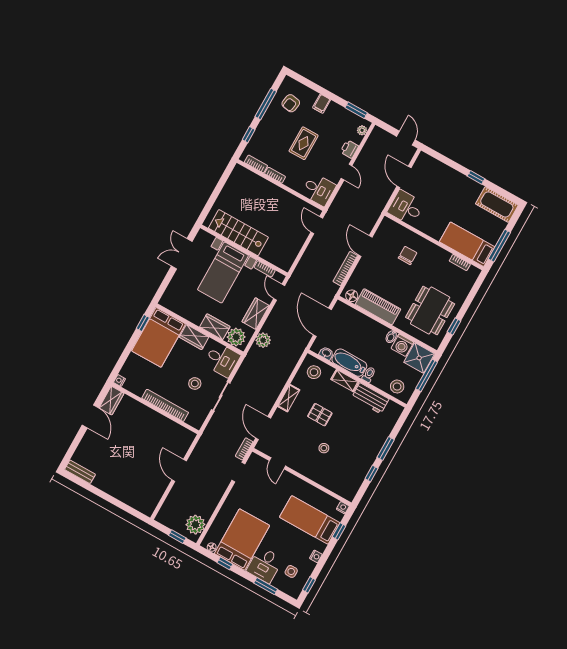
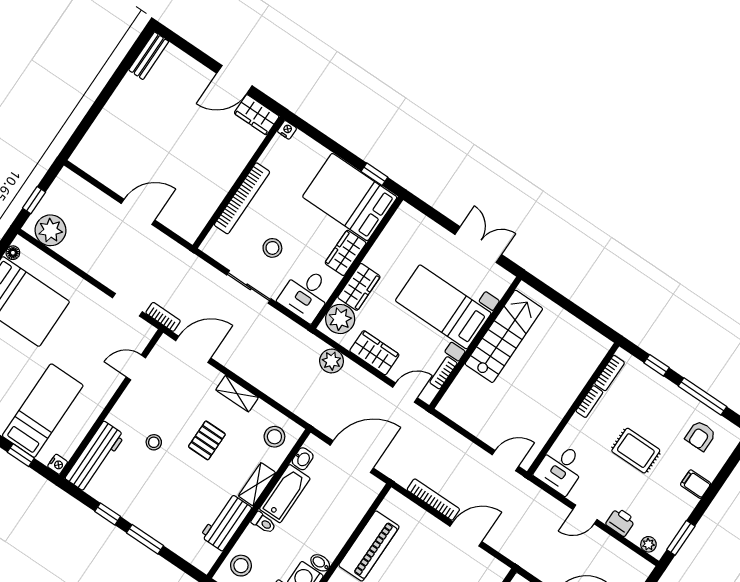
armchair: (291, 103) -> (700, 436), turned -100
floor lamp: (352, 296) -> (390, 506), removed
workbench: (336, 484) -> (95, 457), added

